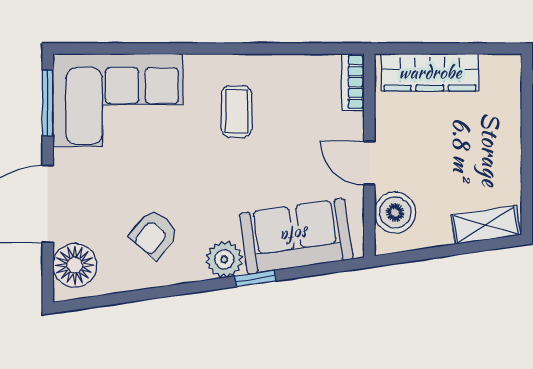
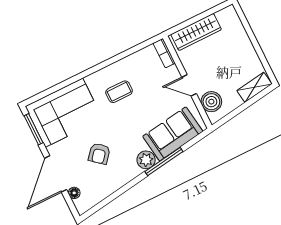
coffee table: (237, 112) -> (119, 92), turned 90
armchair: (154, 234) -> (99, 154), moved
floor lamp: (75, 265) -> (74, 193), width x0.53, depth x0.53
window: (255, 279) -> (164, 162), width x2.17

